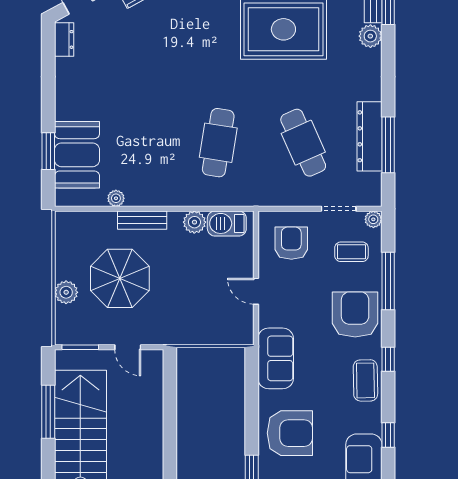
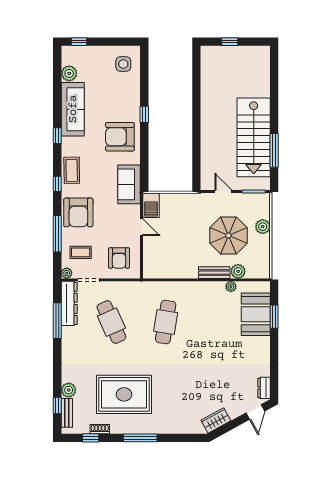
dresser: (369, 136) -> (69, 303), moved
plant: (194, 222) -> (238, 271), moved
barbecue: (227, 223) -> (151, 205), moved, turned 90

